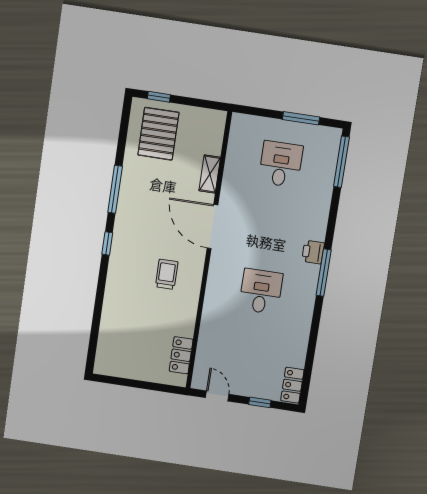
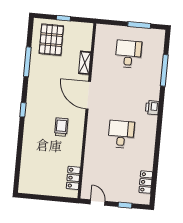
window: (159, 97) -> (63, 18), moved
window: (341, 162) -> (164, 70), moved
window: (115, 189) -> (27, 62), moved
window: (324, 273) -> (160, 120), removed
locker: (292, 385) -> (146, 182), moved

